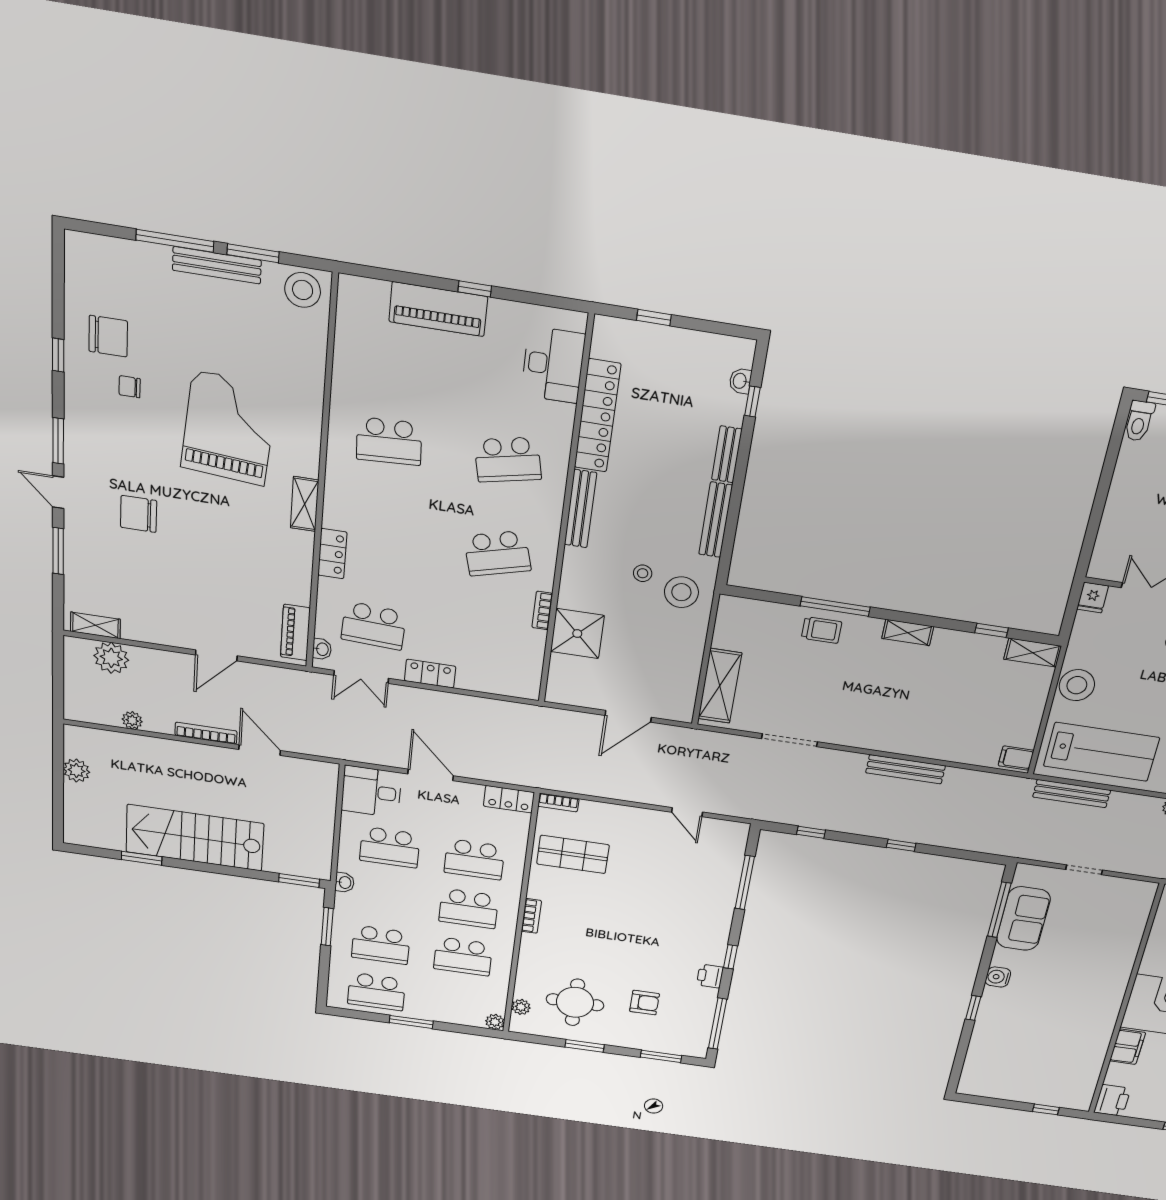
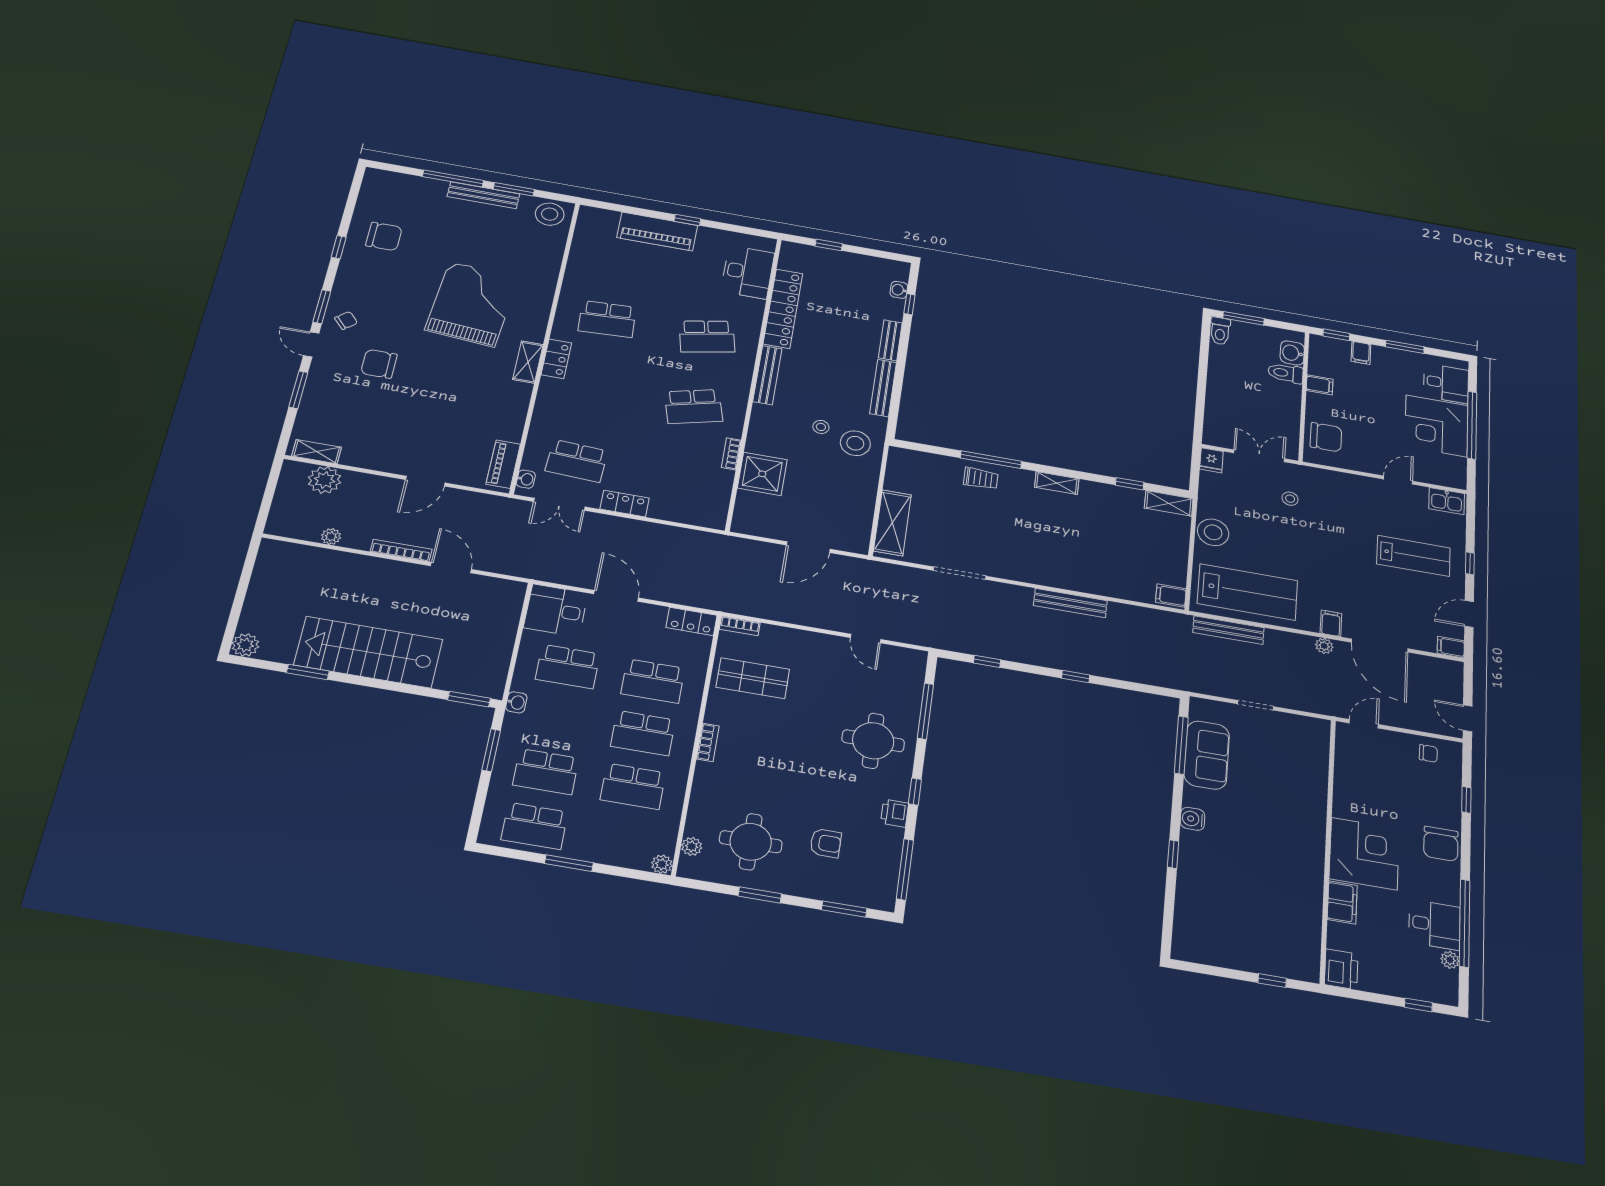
chair: (130, 387) -> (346, 320), moved, turned 139
locker: (332, 554) -> (556, 359), moved
plant: (76, 771) -> (245, 645), moved
round table: (692, 911) -> (873, 741), added

